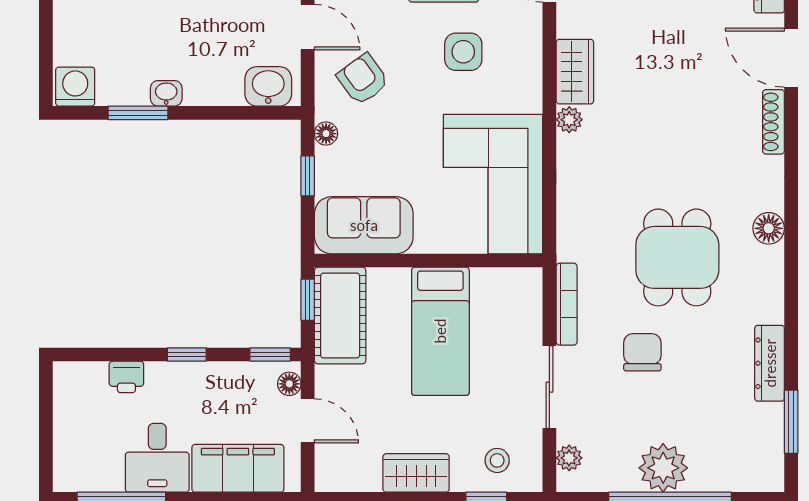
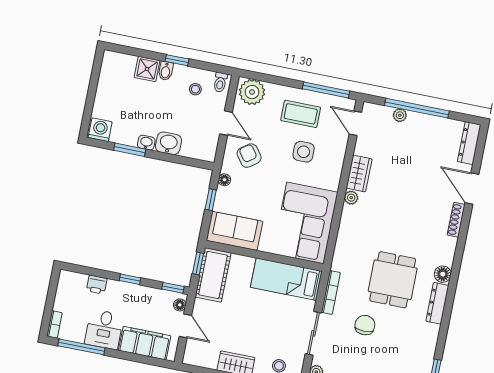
washbasin: (268, 86) -> (168, 143), moved
bed: (440, 331) -> (286, 279), moved, turned 90
dresser: (770, 363) -> (437, 303), moved
bookcase: (63, 467) -> (54, 324), added

